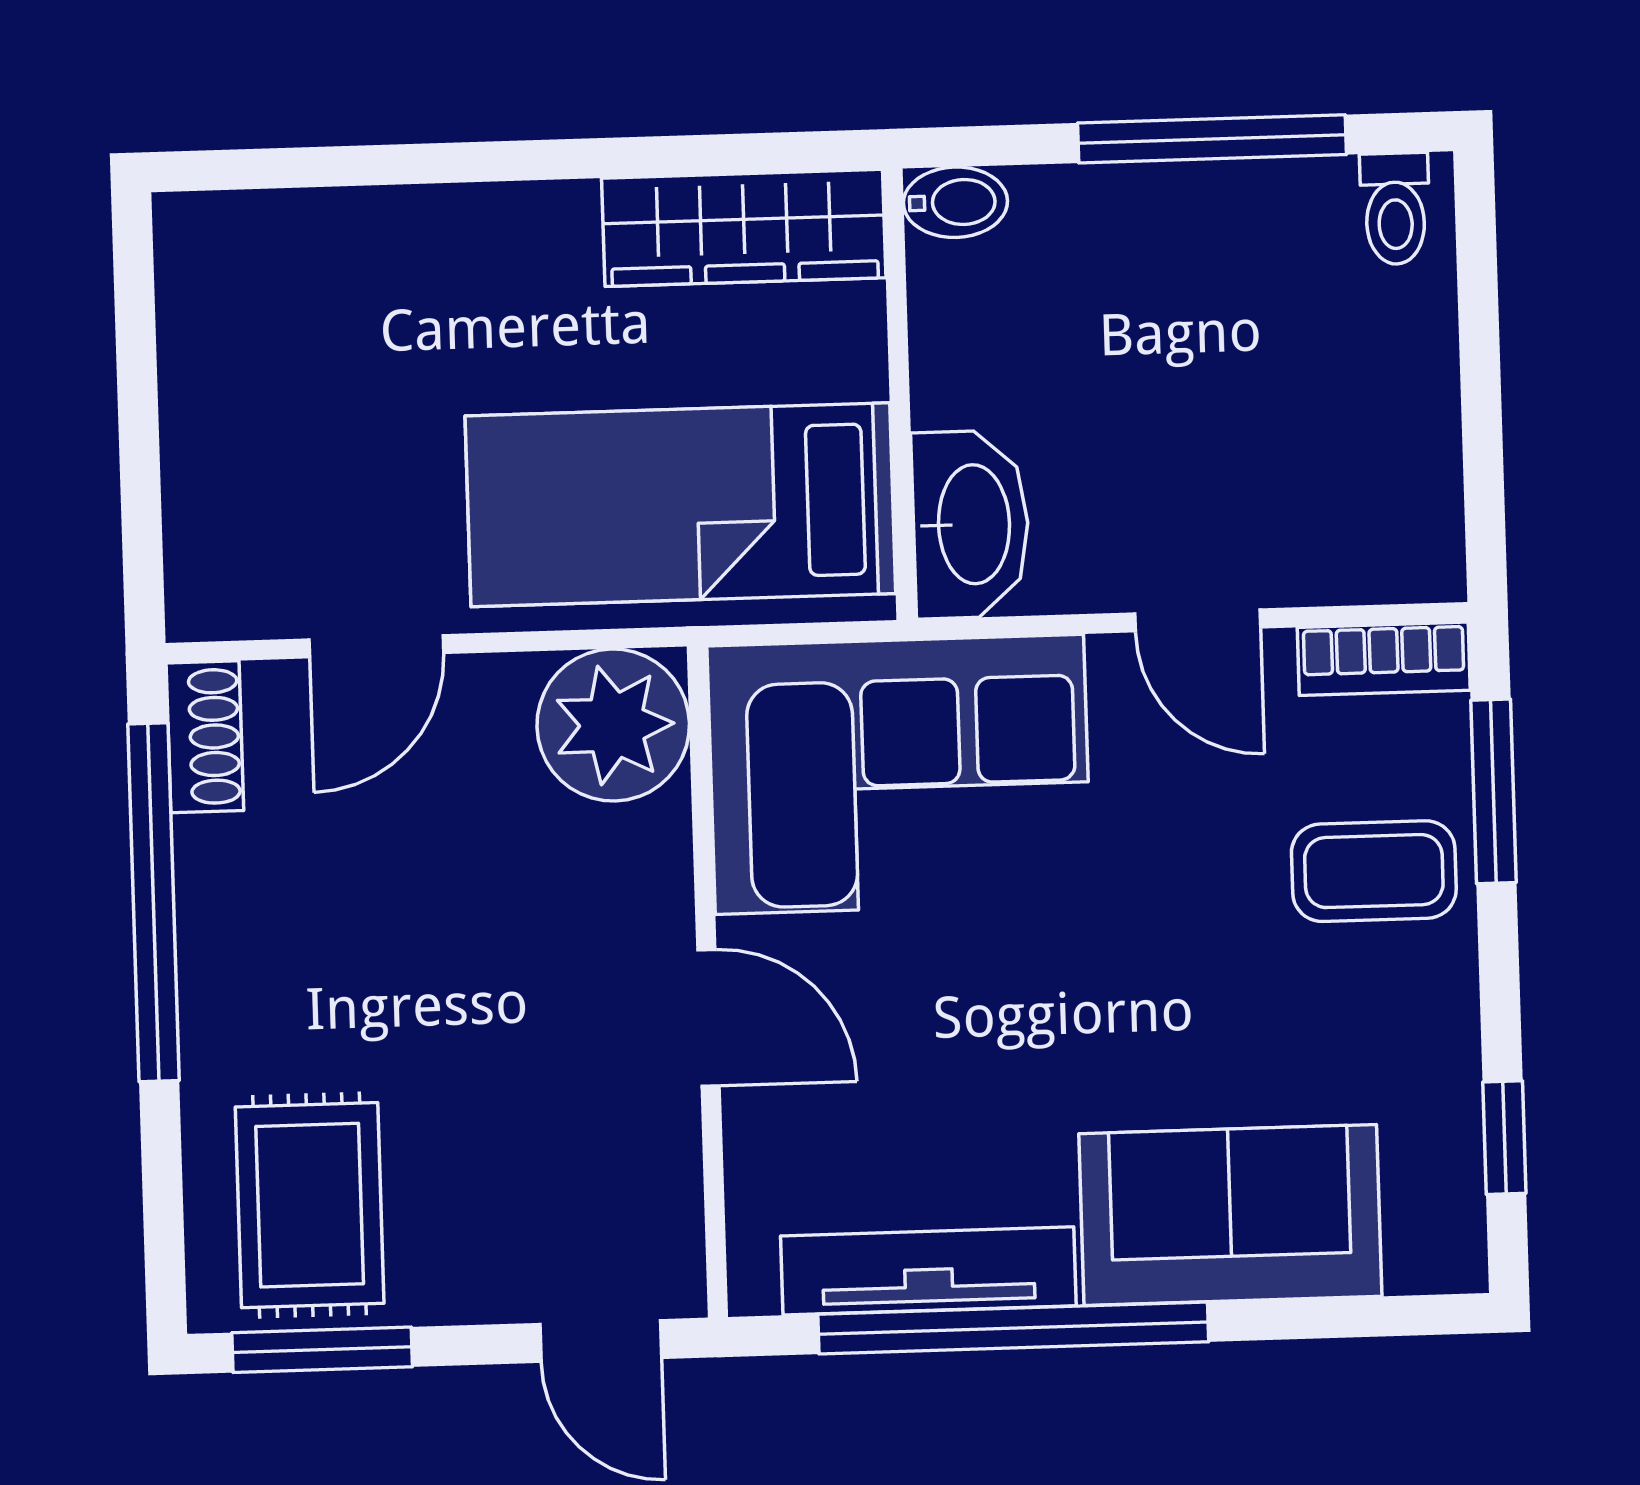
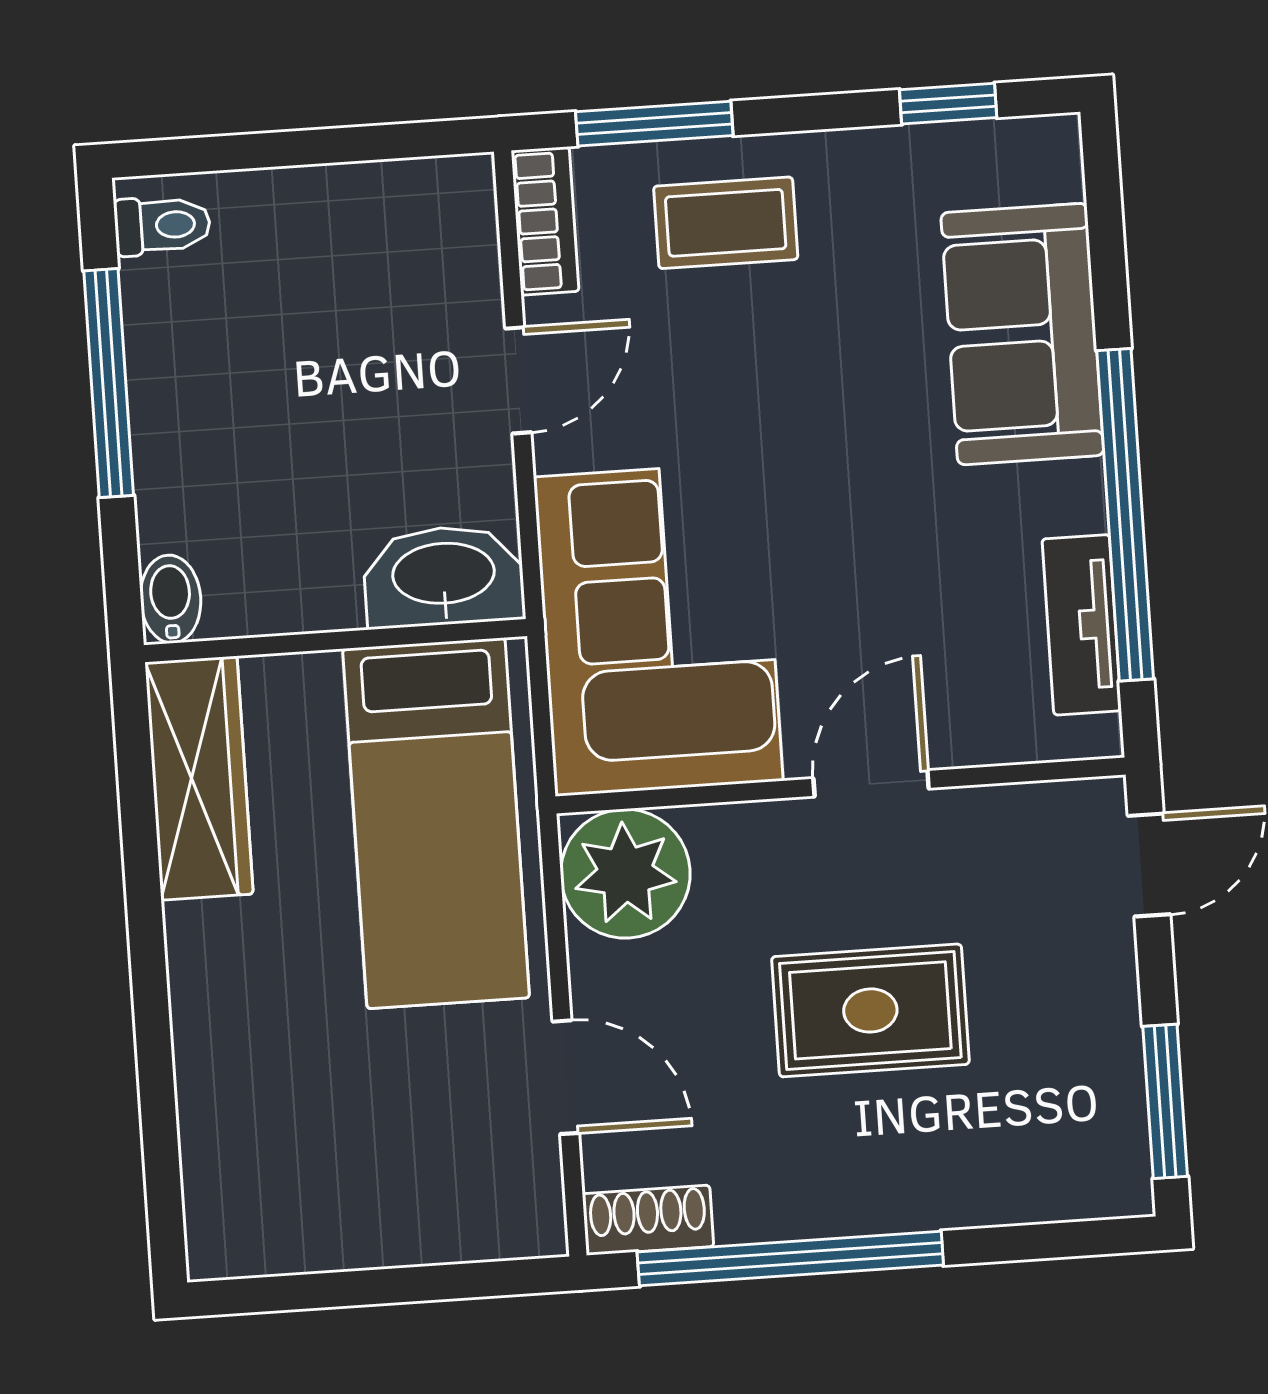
coffee table: (1374, 871) -> (726, 223), turned 90
rug: (310, 1205) -> (870, 1010), moved
tv unit: (928, 1271) -> (1082, 625), width x0.71

